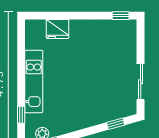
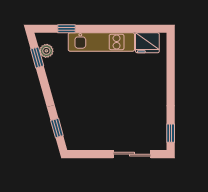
fridge: (58, 29) -> (147, 43), moved, turned -90
sliding door: (141, 82) -> (132, 154), moved

